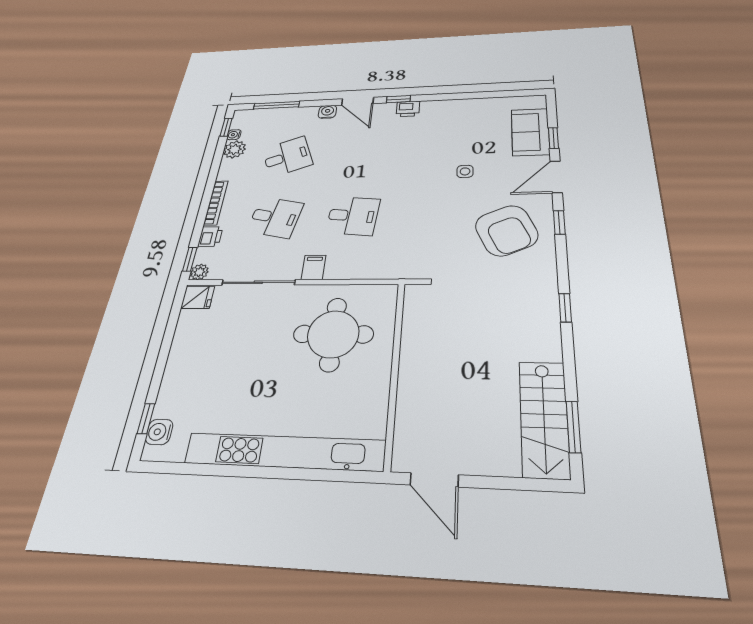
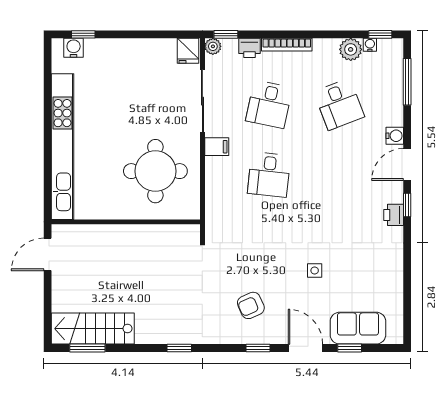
armchair: (506, 230) -> (251, 305), width x0.53, depth x0.53

